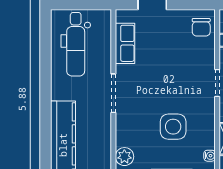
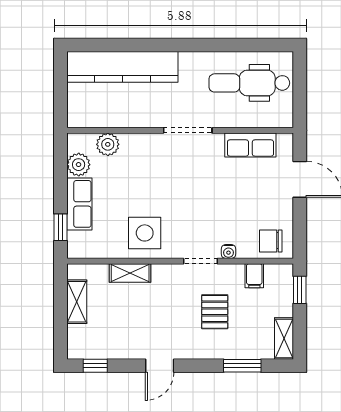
side table: (173, 127) -> (145, 233), moved
water cooler: (210, 156) -> (228, 252), moved

